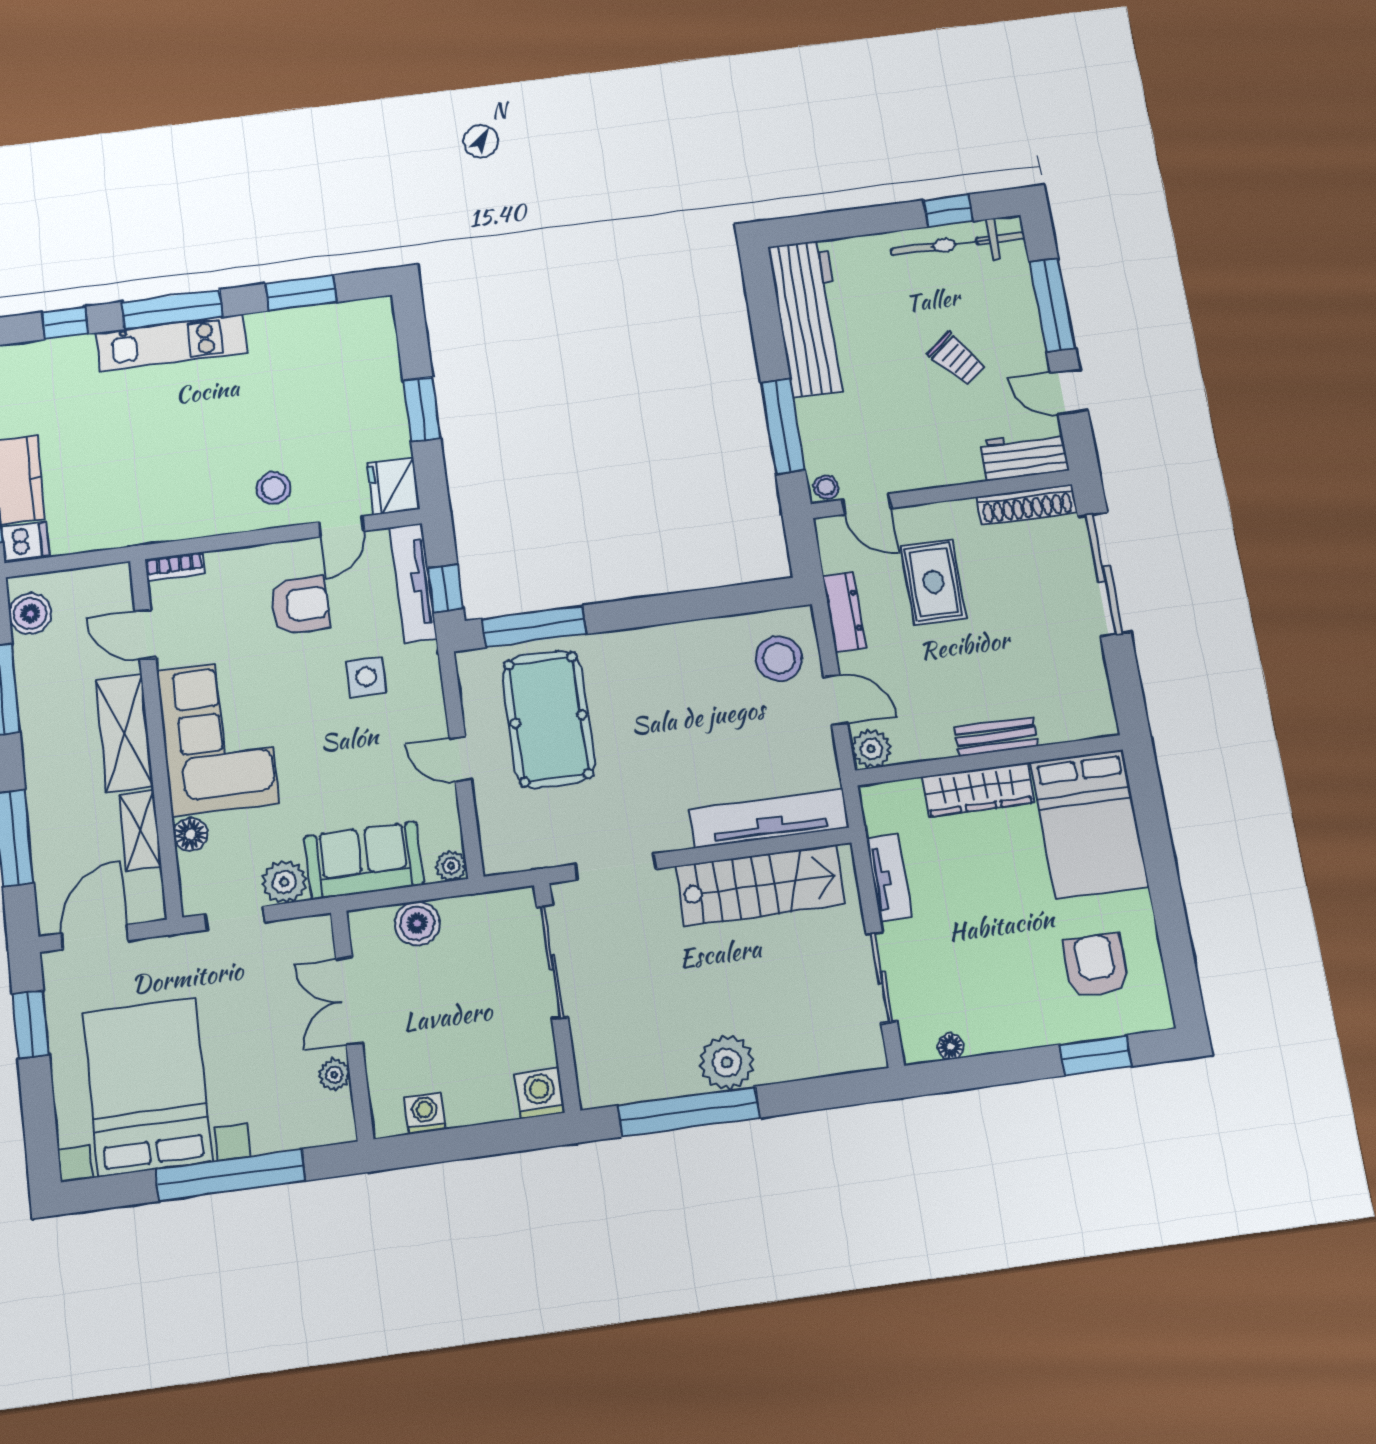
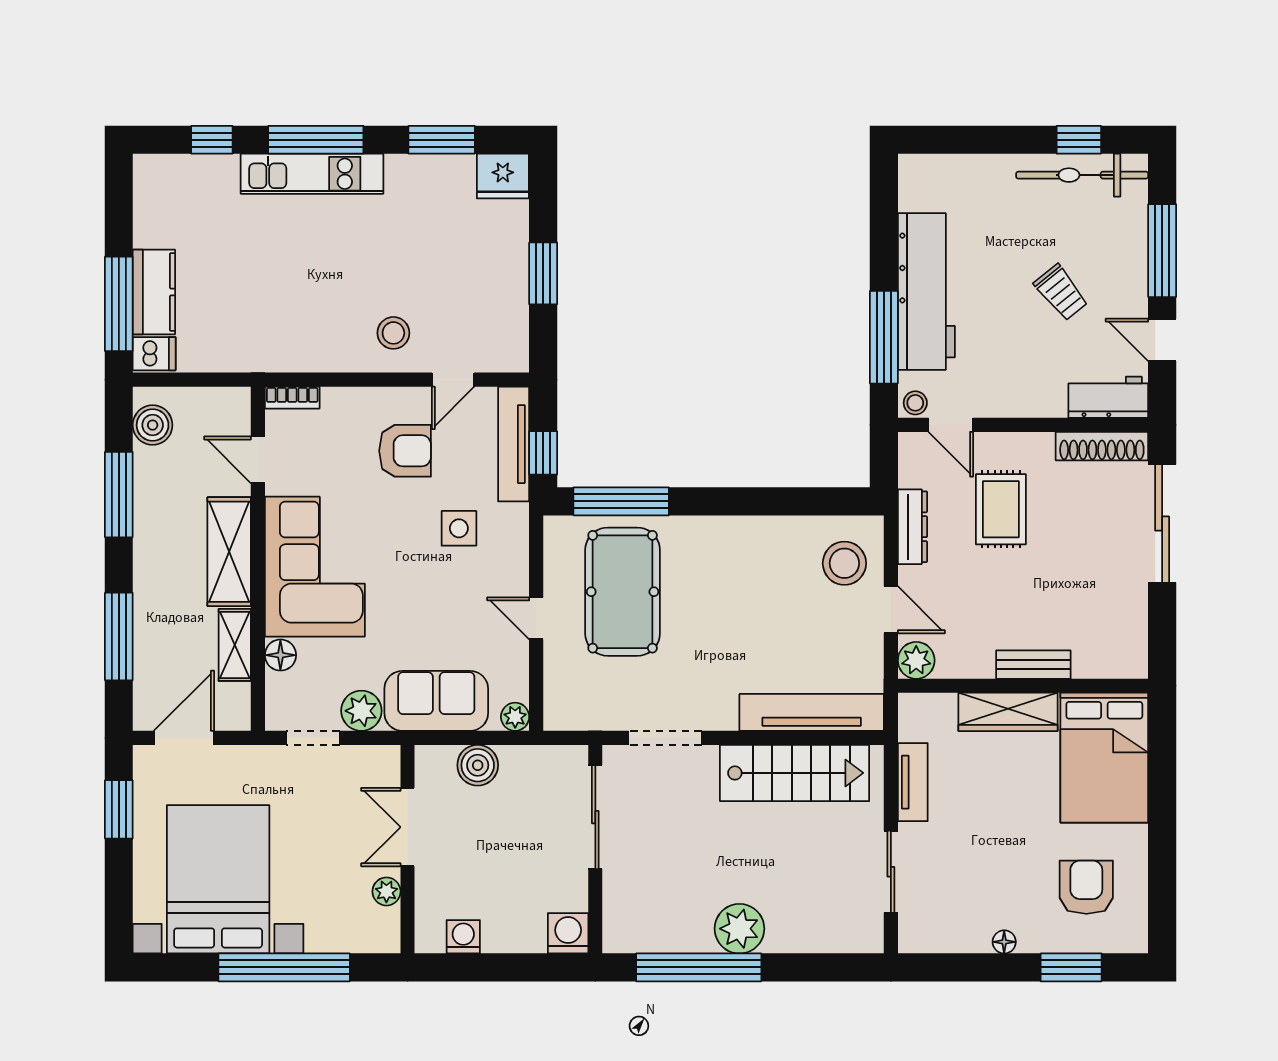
workbench: (809, 318) -> (926, 292), moved
fridge: (394, 486) -> (503, 176), moved, turned -90
floor lamp: (951, 1047) -> (1004, 942), moved

